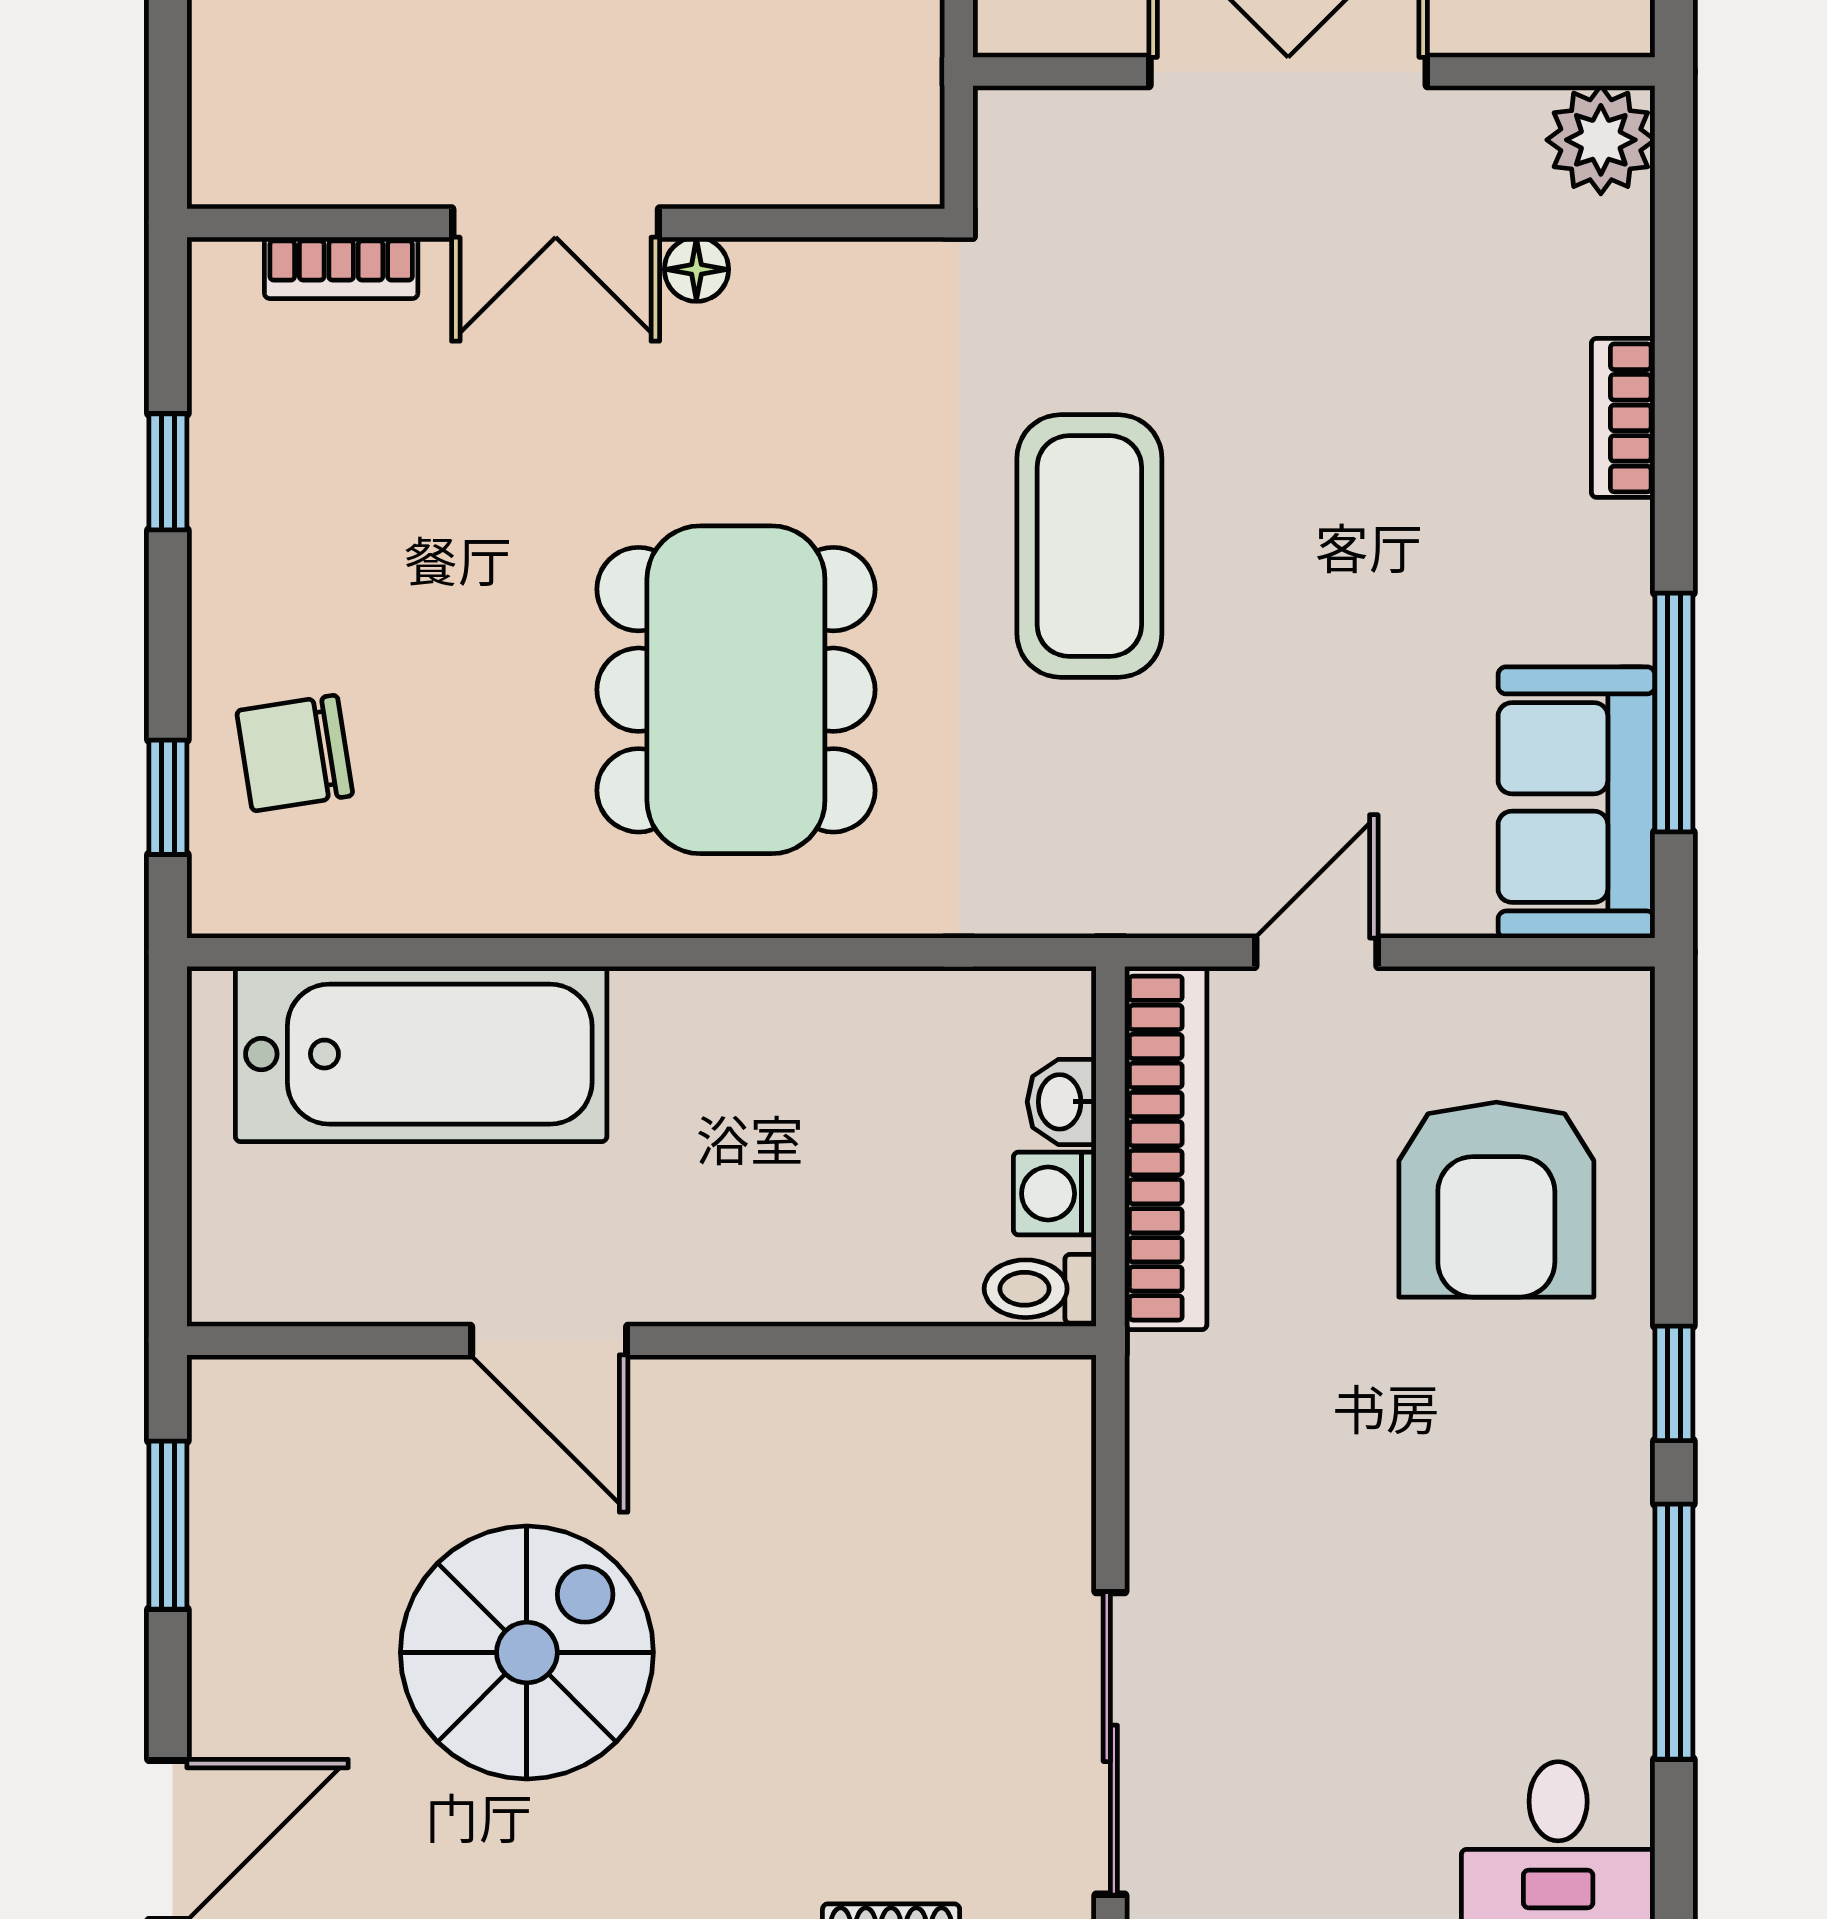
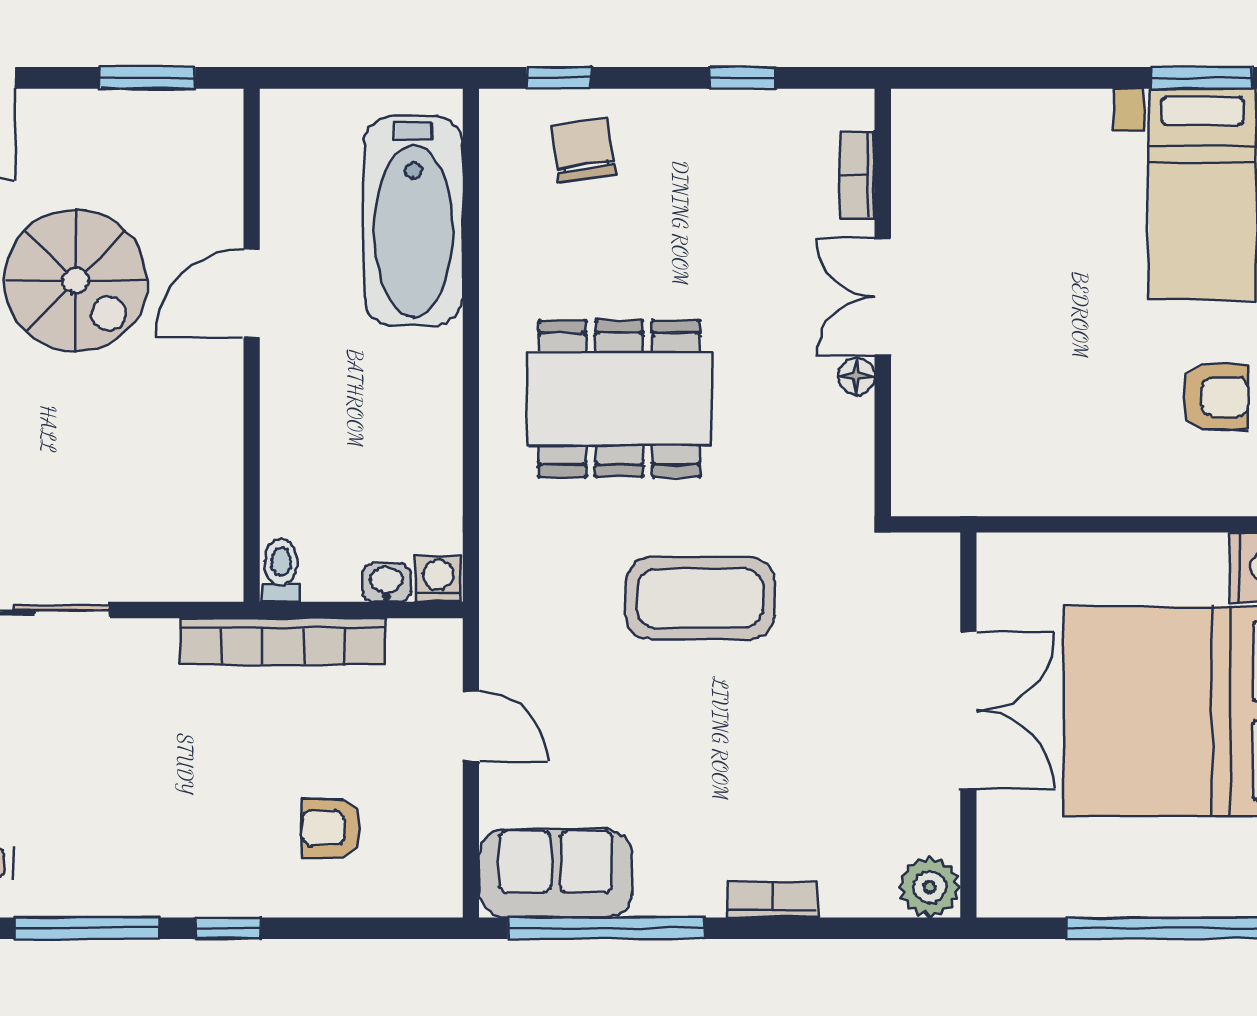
window: (1674, 713) -> (606, 928), width x1.46
bookcase: (1166, 1148) -> (283, 641), moved
washing machine: (1055, 1194) -> (438, 579), moved
armchair: (1496, 1200) -> (331, 828), width x0.53, depth x0.53

